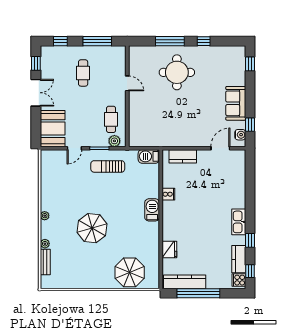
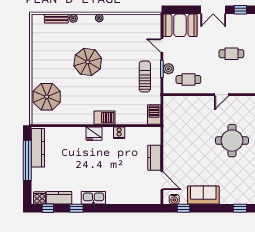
plant: (114, 141) -> (168, 69), moved
kitchen counter: (183, 156) -> (154, 158), moved
fridge: (169, 250) -> (94, 134), moved

